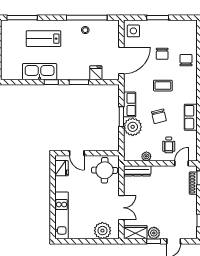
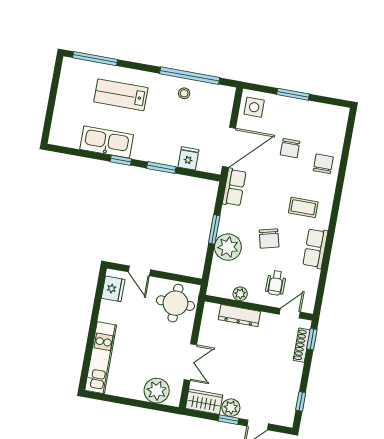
coffee table: (163, 86) -> (303, 207), moved
row of seats: (130, 104) -> (234, 187), moved
dresser: (137, 171) -> (239, 316), moved

